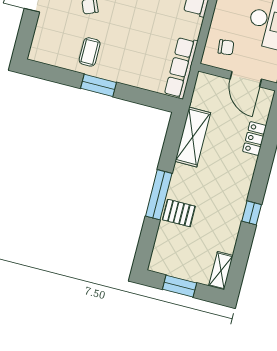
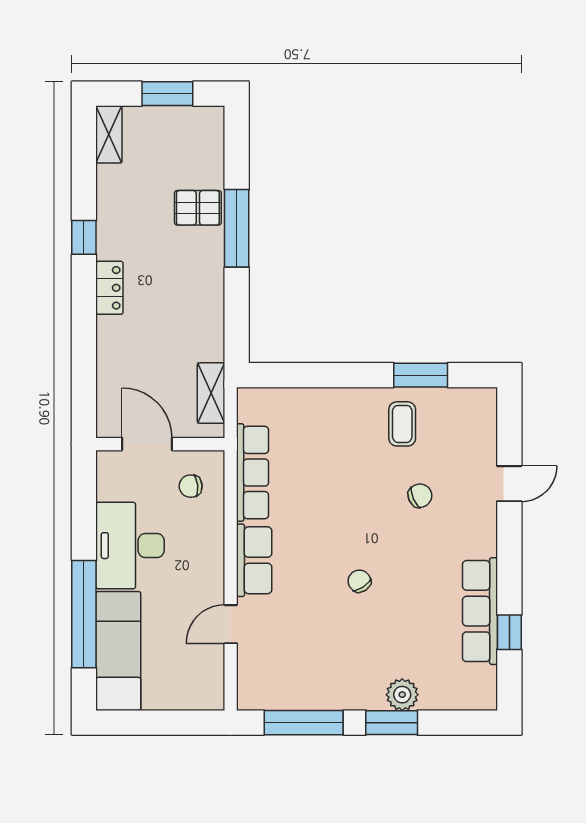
row of seats: (181, 68) -> (253, 473), moved
window: (98, 85) -> (421, 375), moved
shelving: (193, 137) -> (211, 393), moved, width x0.67, depth x0.75
locker: (254, 139) -> (109, 288), moved

